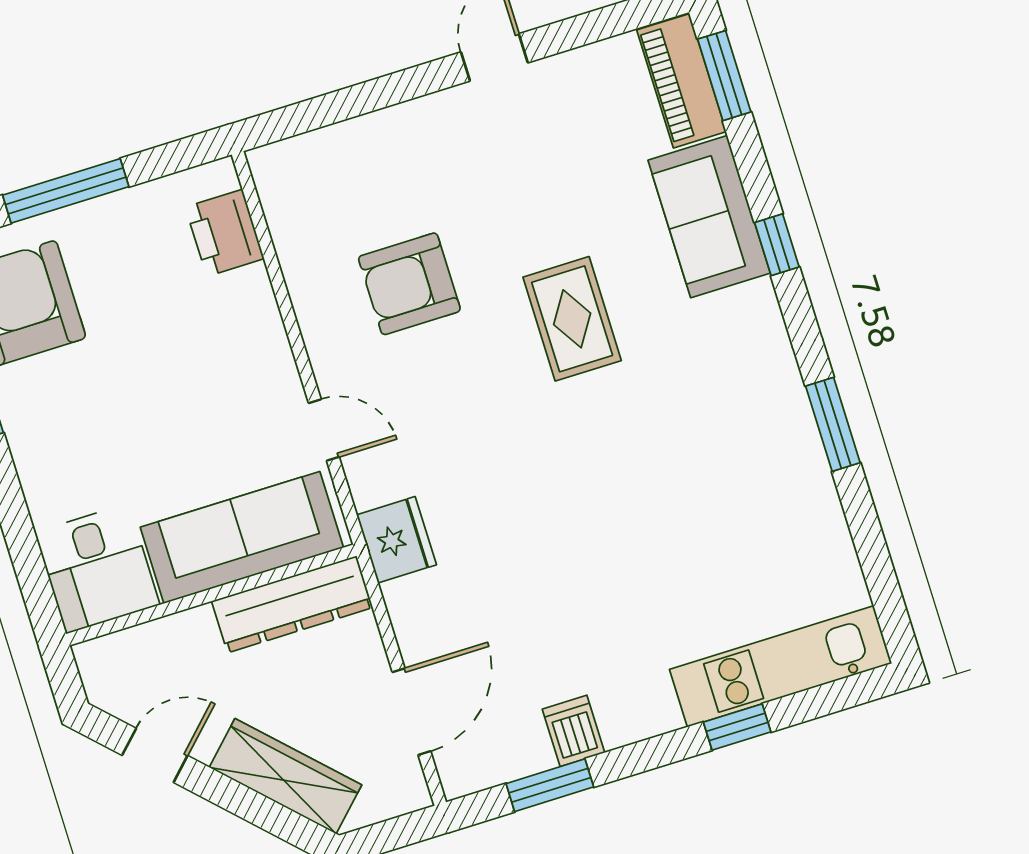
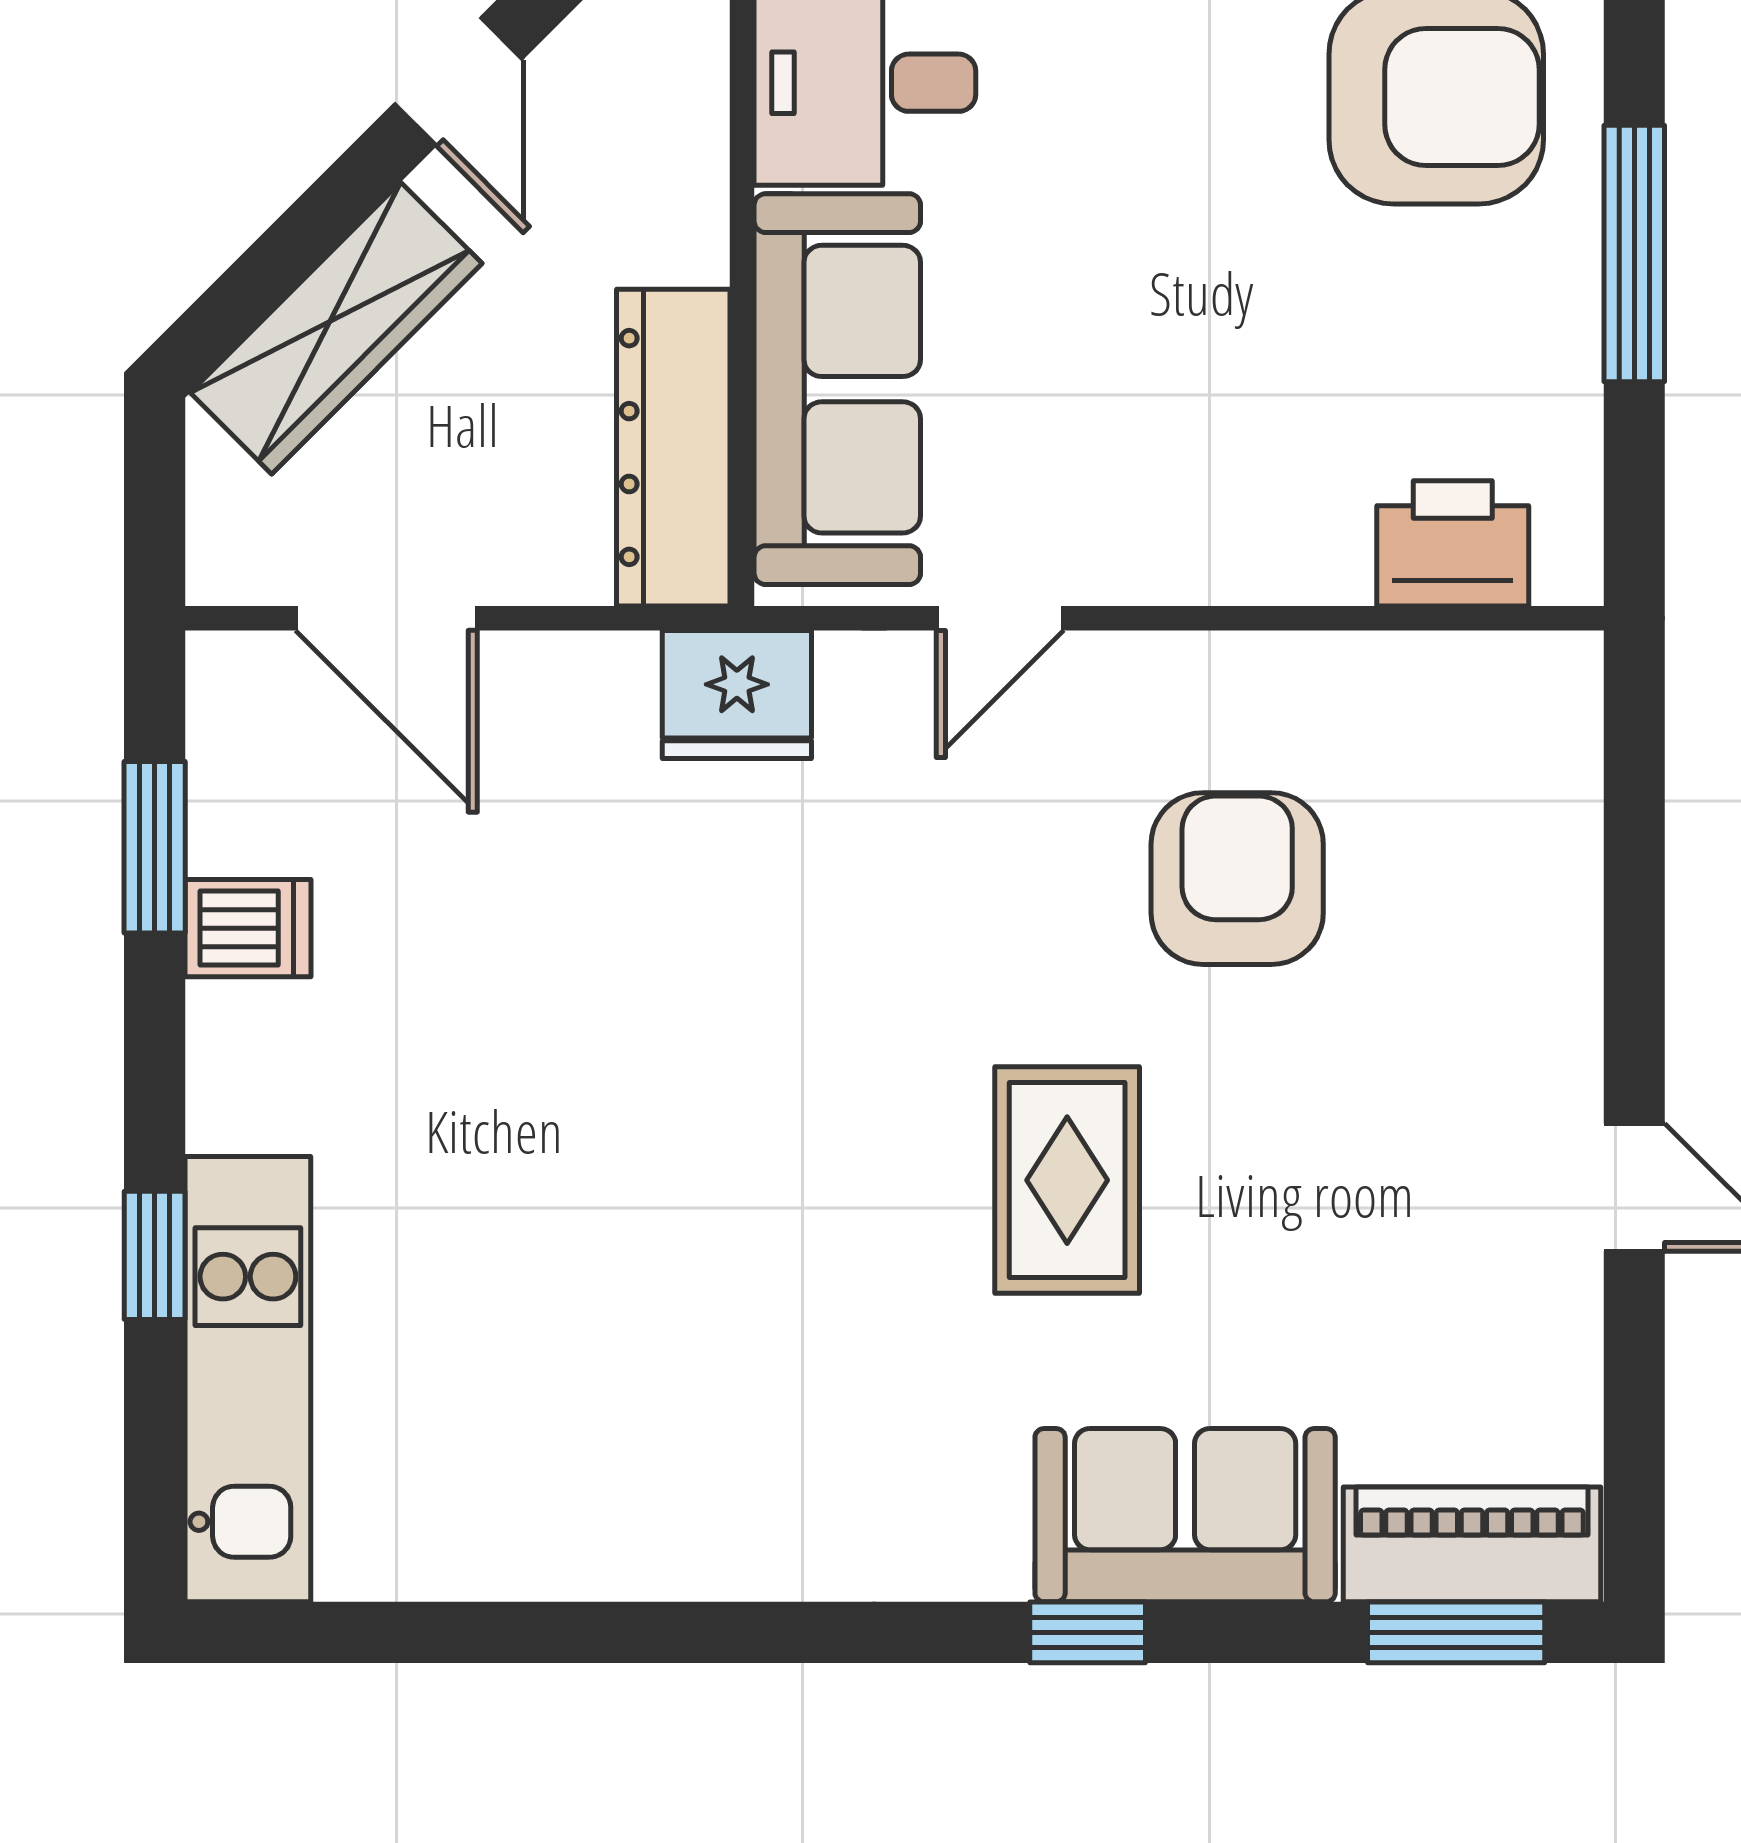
rug: (572, 319) -> (1067, 1180), turned 90
window: (833, 424) -> (696, 1632), removed

